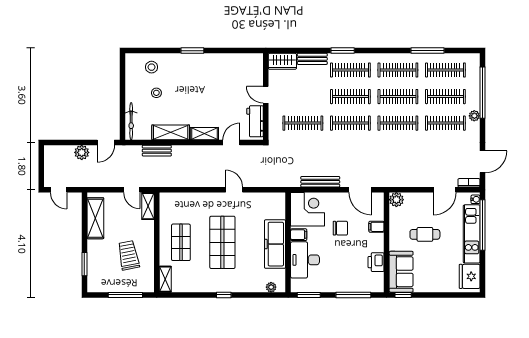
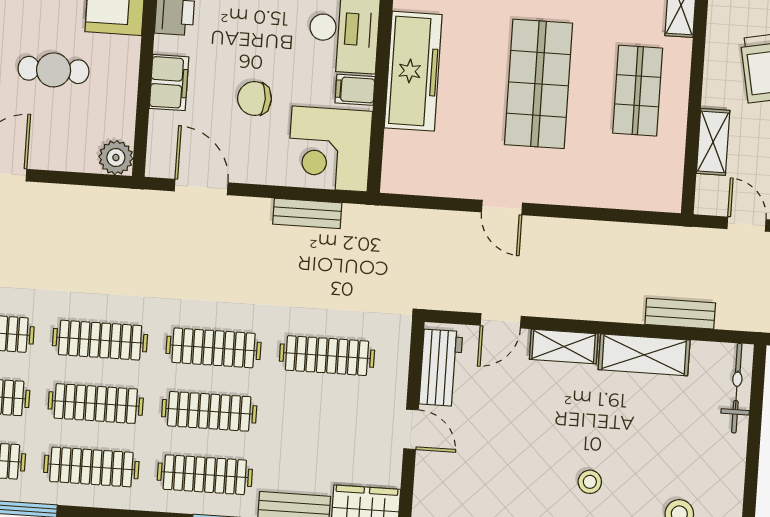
stool: (156, 93) -> (590, 482), moved
bench: (320, 182) -> (307, 213), width x0.73
shelving: (148, 206) -> (713, 142), moved
filing cabinet: (376, 227) -> (169, 83), width x2.00

